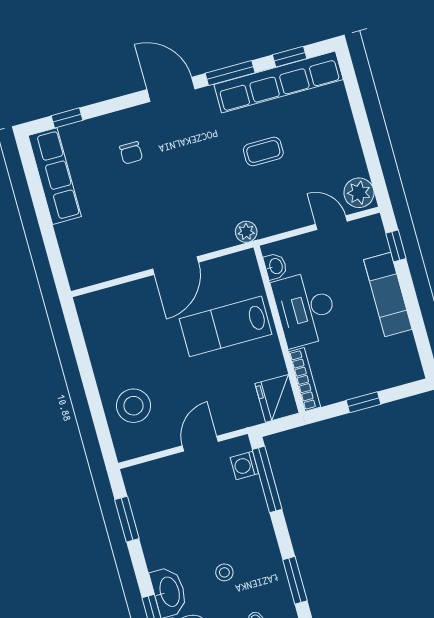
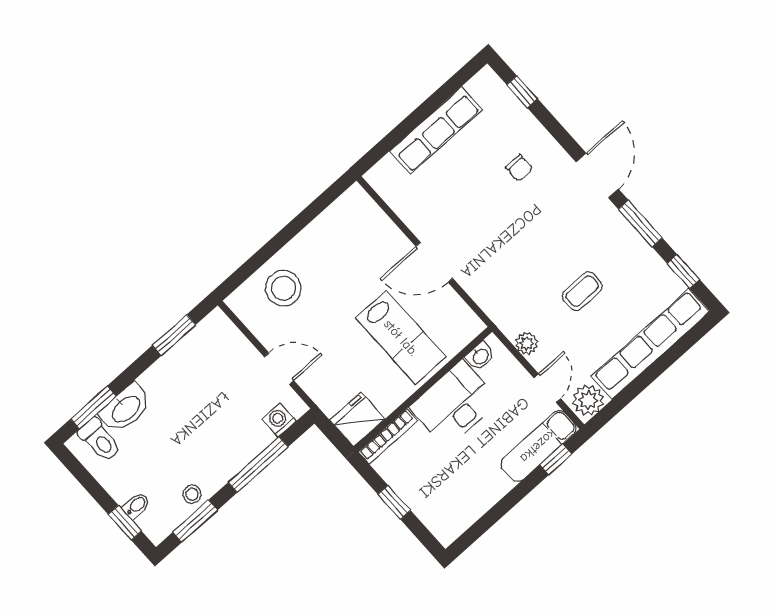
row of seats: (279, 82) -> (651, 344), moved, turned 90
coffee table: (263, 151) -> (582, 291), turned 90
chair: (131, 153) -> (519, 168), turned -90
row of seats: (55, 176) -> (436, 130), moved
plant: (246, 232) -> (527, 343), moved
exam couch: (388, 295) -> (538, 446), moved
lab bench: (226, 326) -> (401, 338), turned 180
window: (267, 479) -> (258, 465), moved
stool: (224, 572) -> (192, 494), moved

